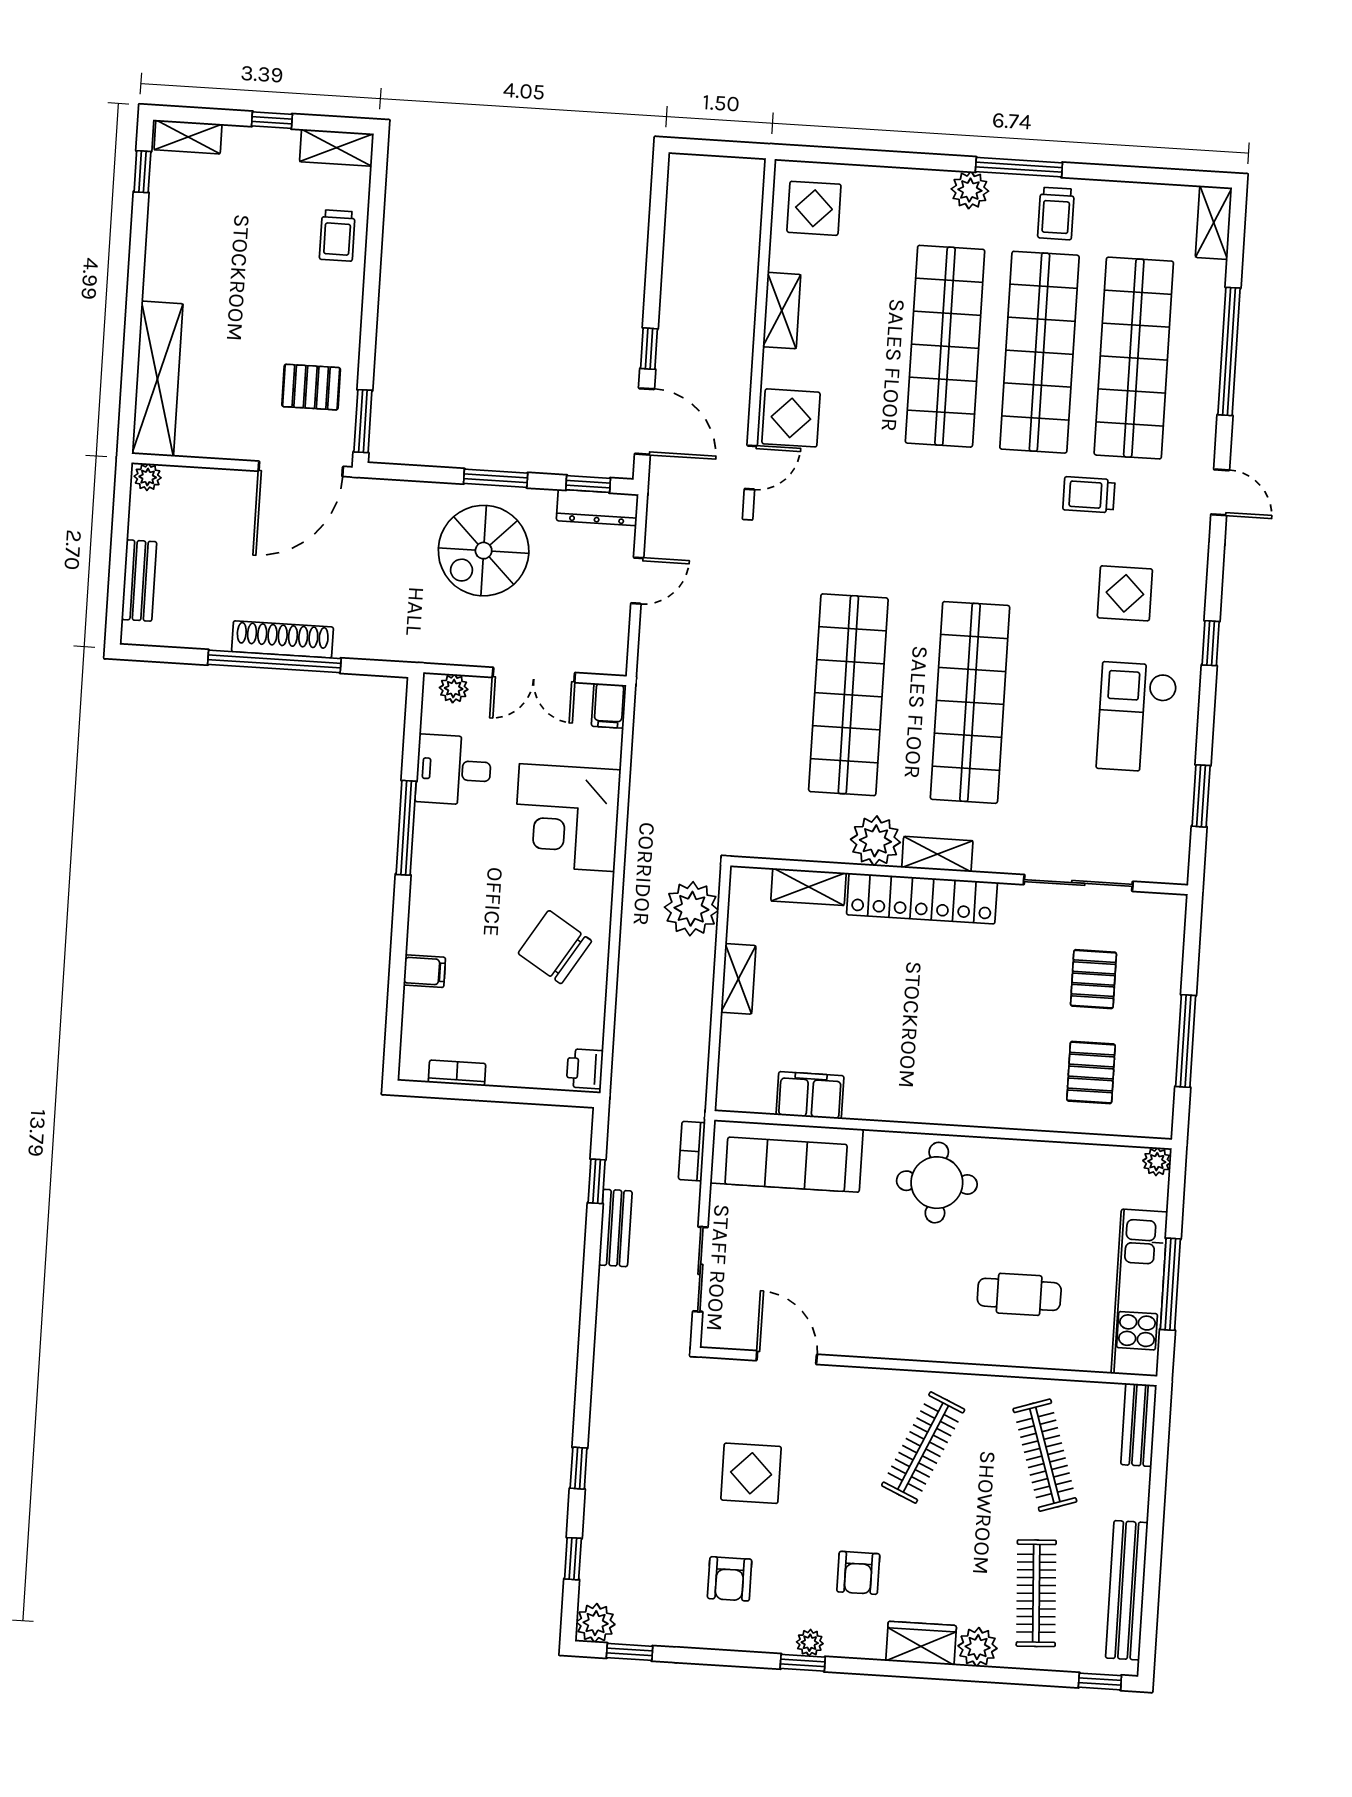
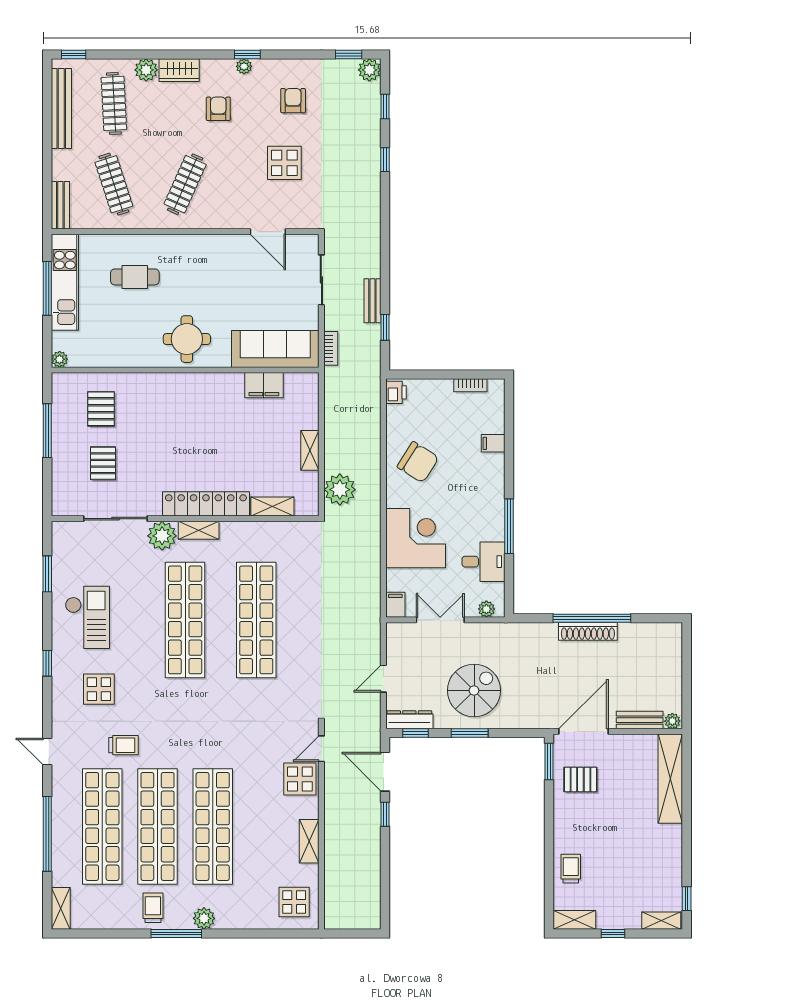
bench: (139, 581) -> (640, 720), moved, turned 90
plant: (875, 841) -> (162, 536), moved

